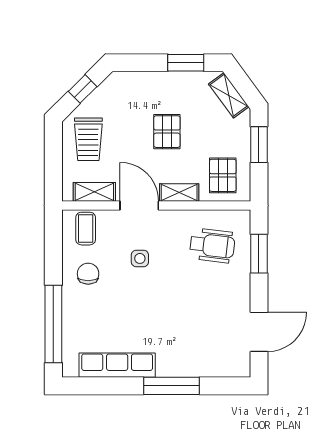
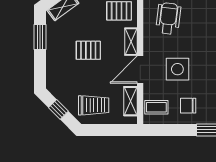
side table: (140, 258) -> (177, 69), width x1.87, depth x1.87

